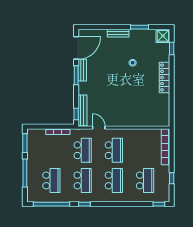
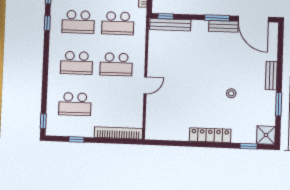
door: (99, 128) -> (145, 85), moved

